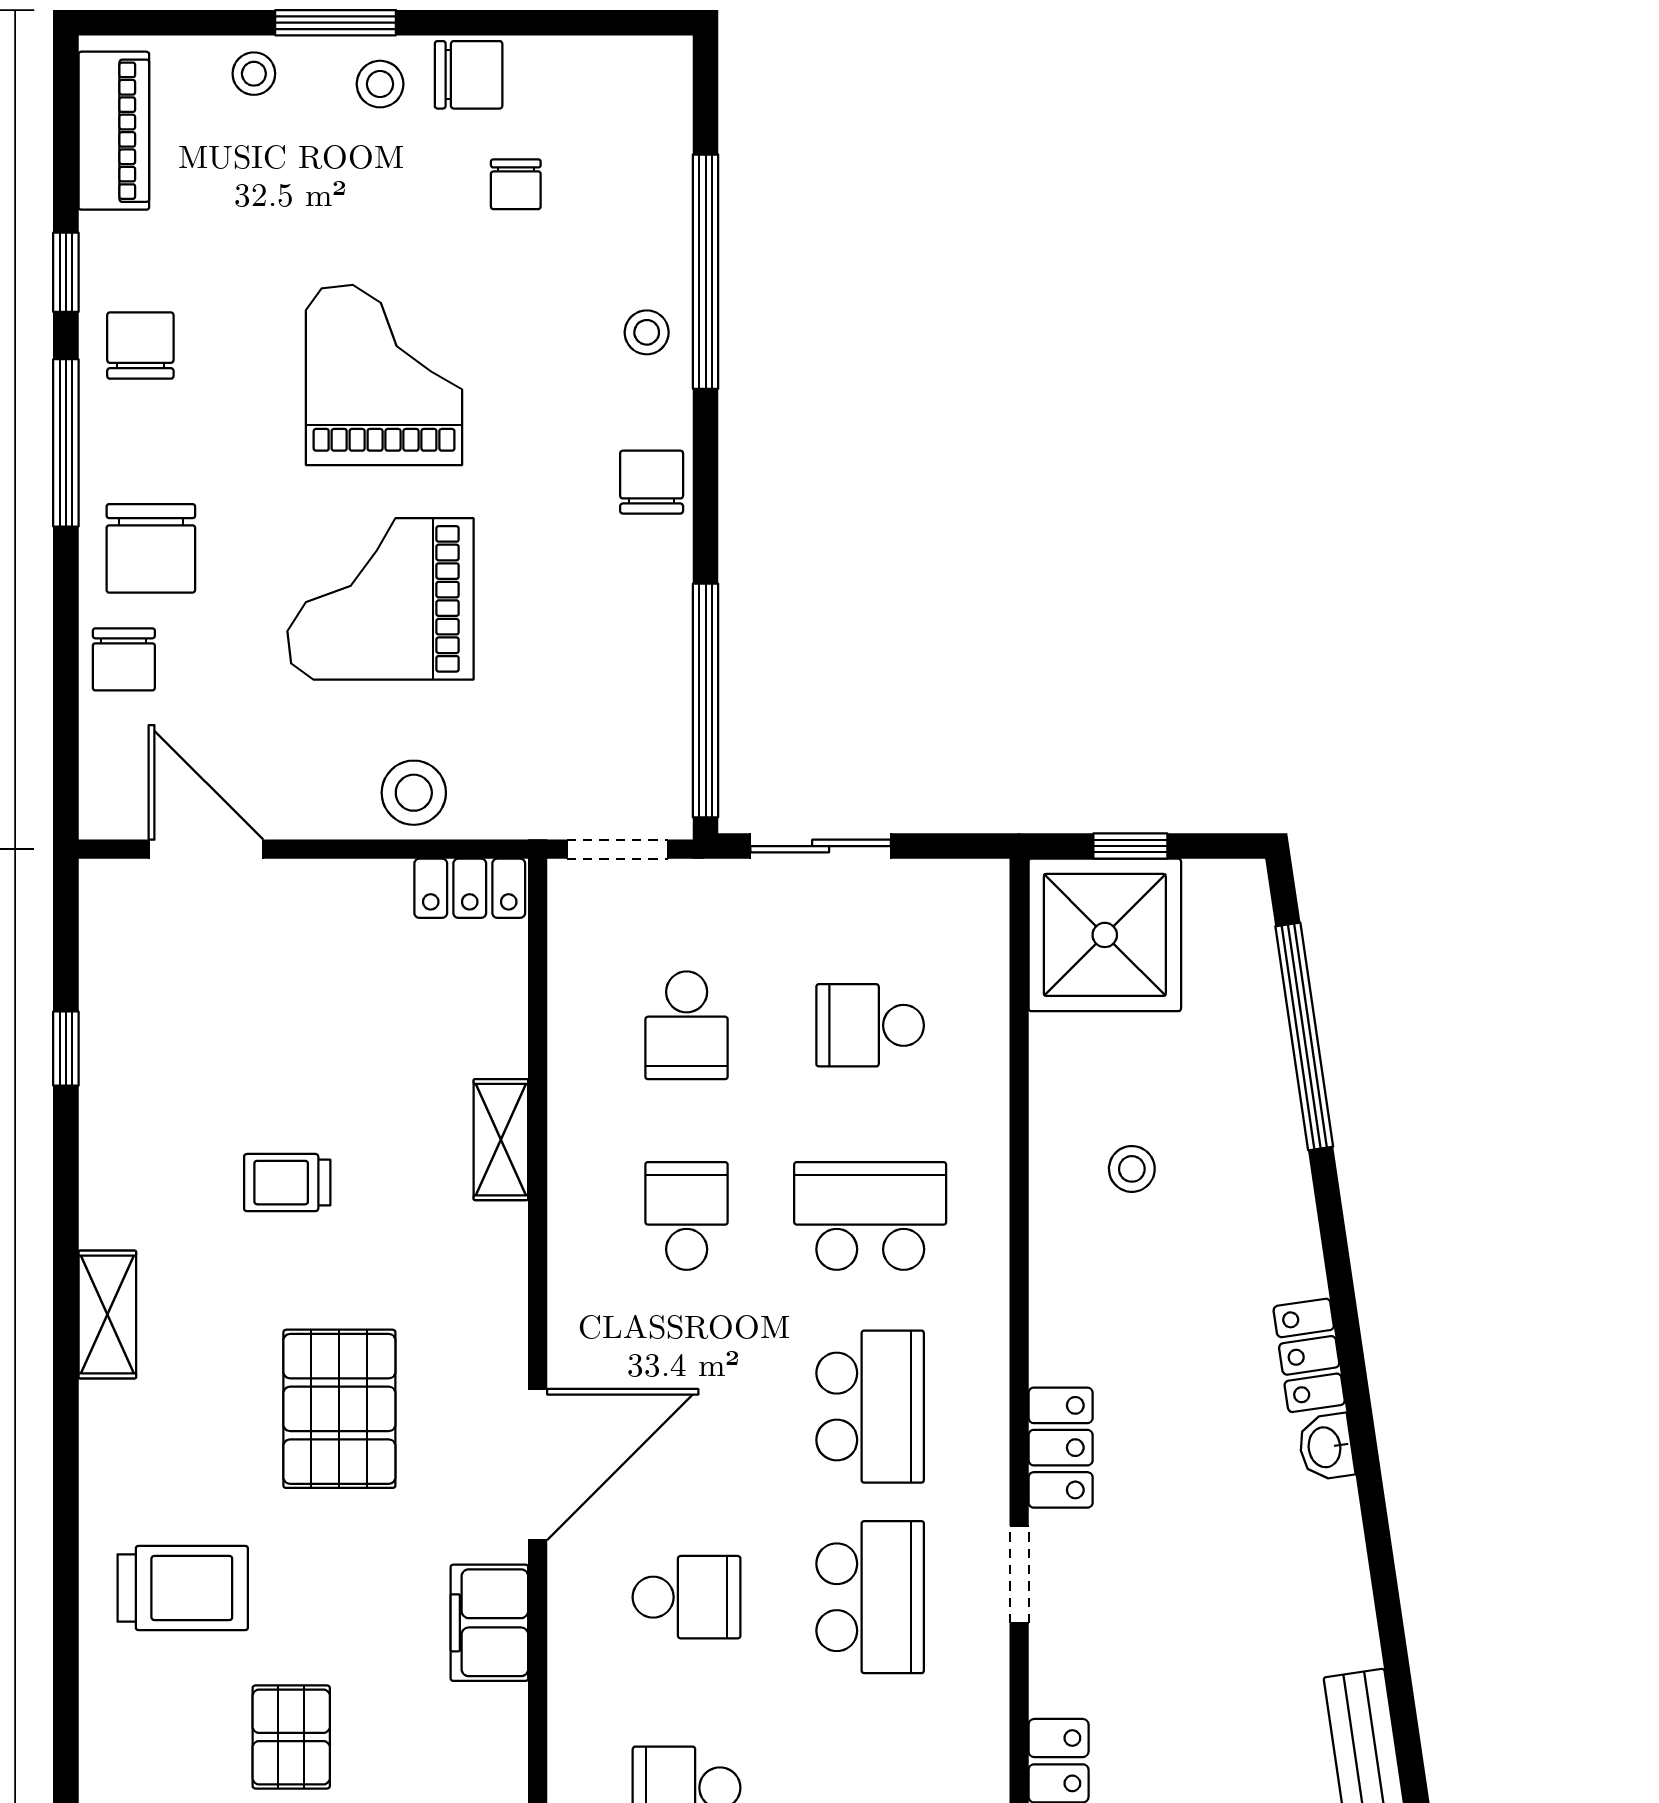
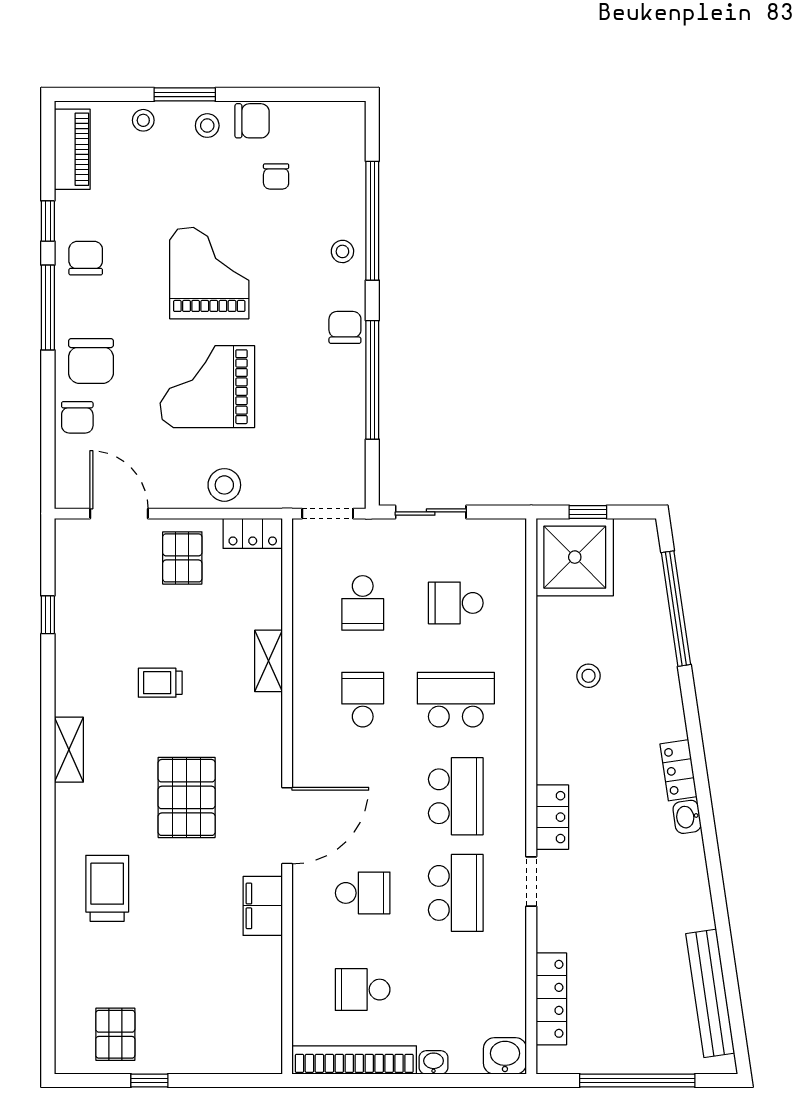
window: (706, 701) -> (372, 380), moved
trolley: (183, 1588) -> (107, 888), turned -90
pallet: (291, 1737) -> (182, 558), moved

